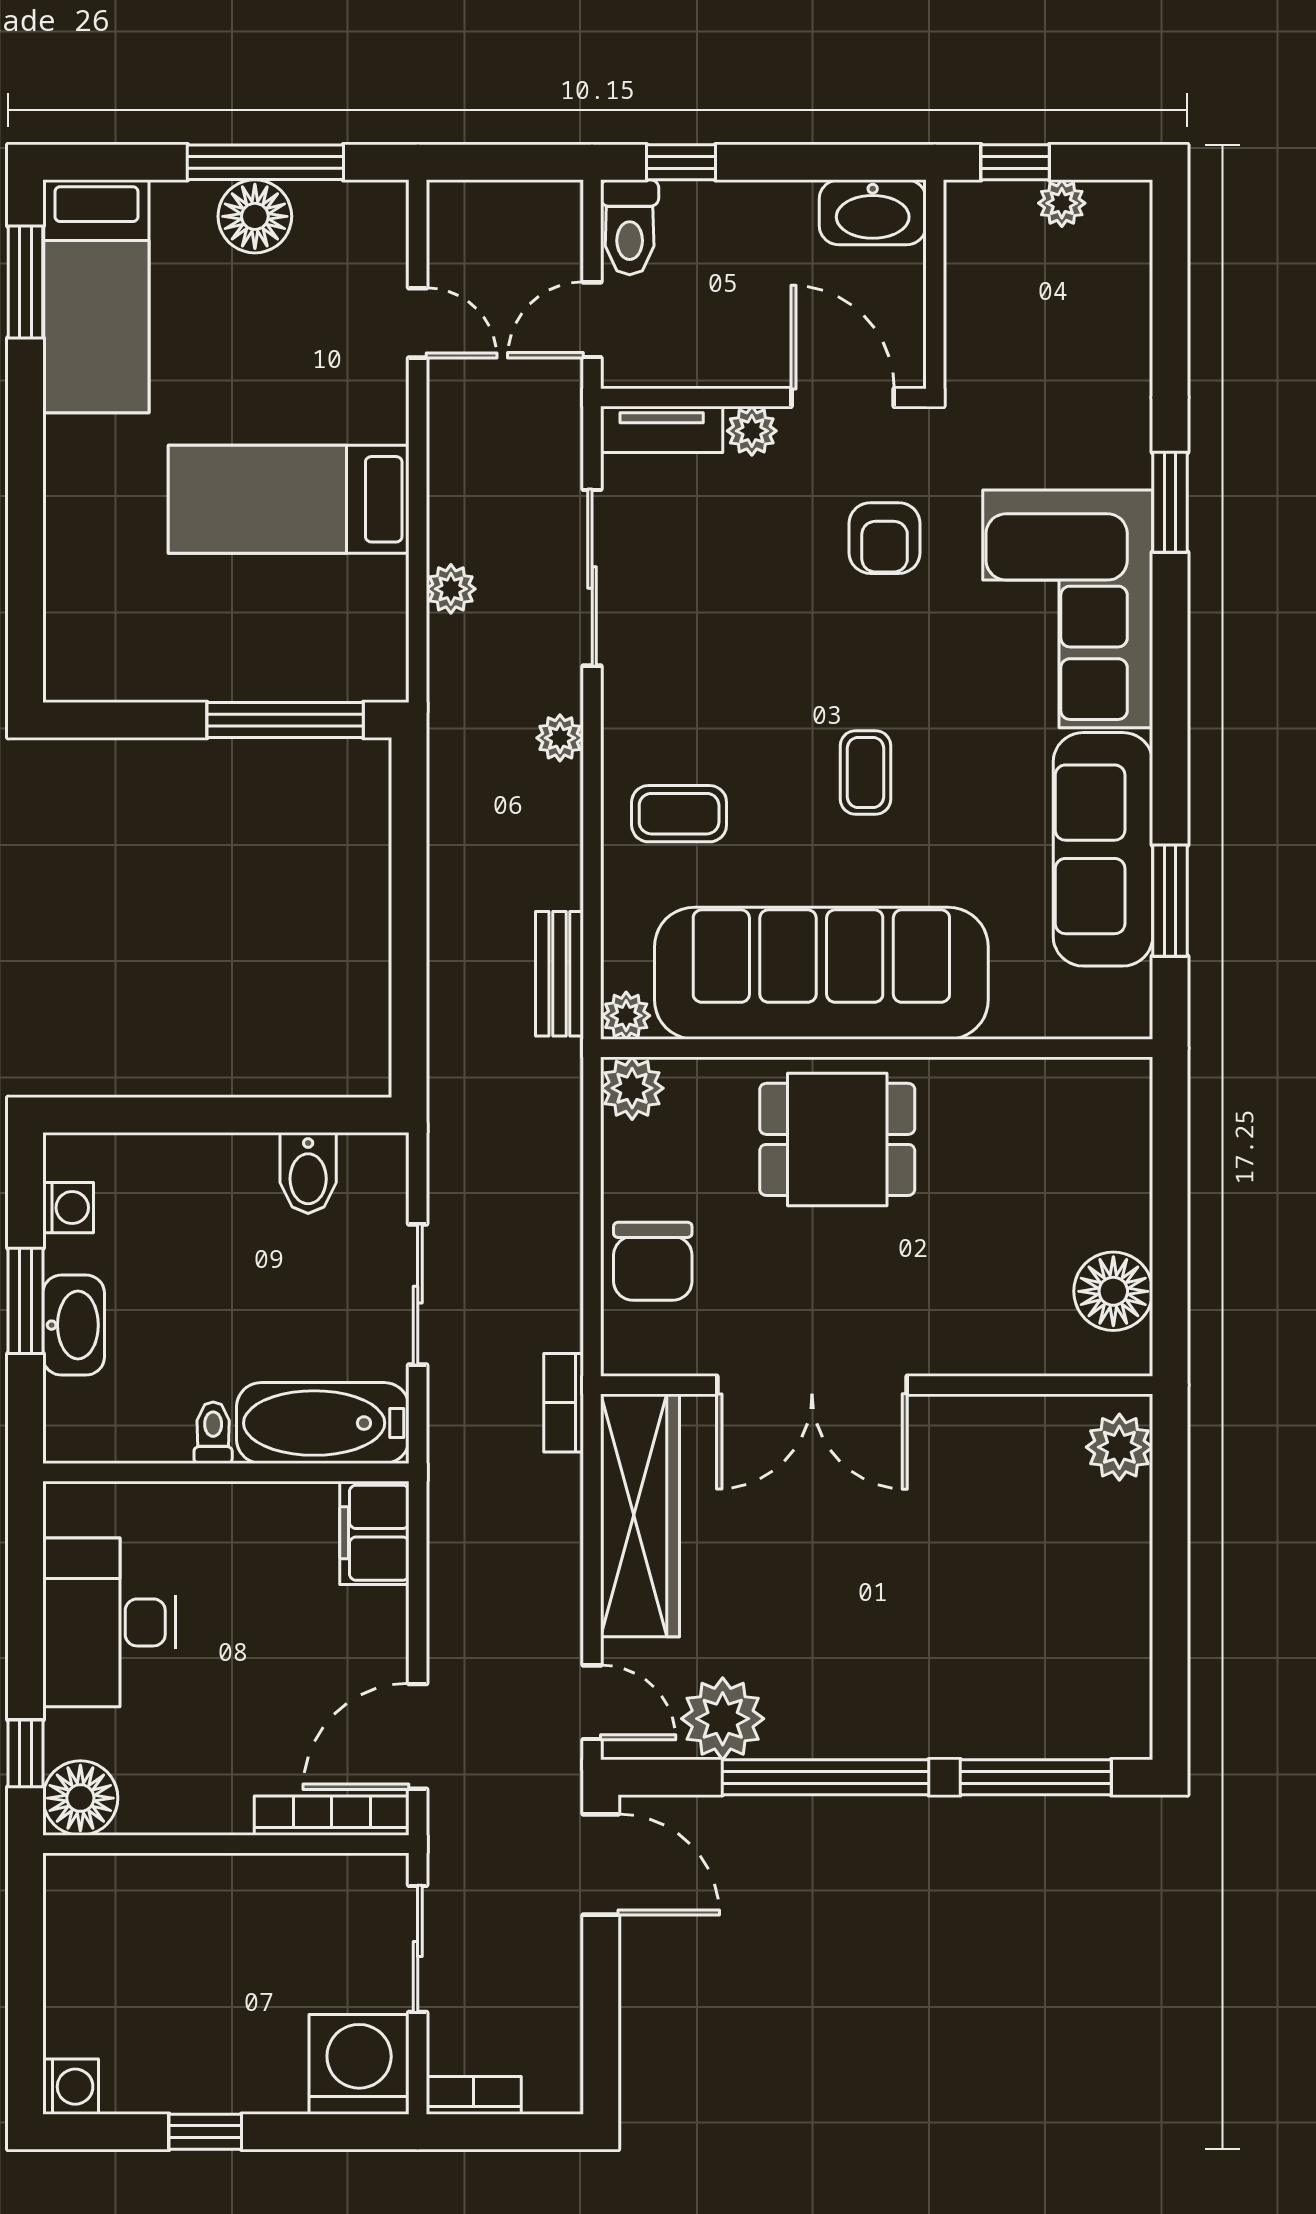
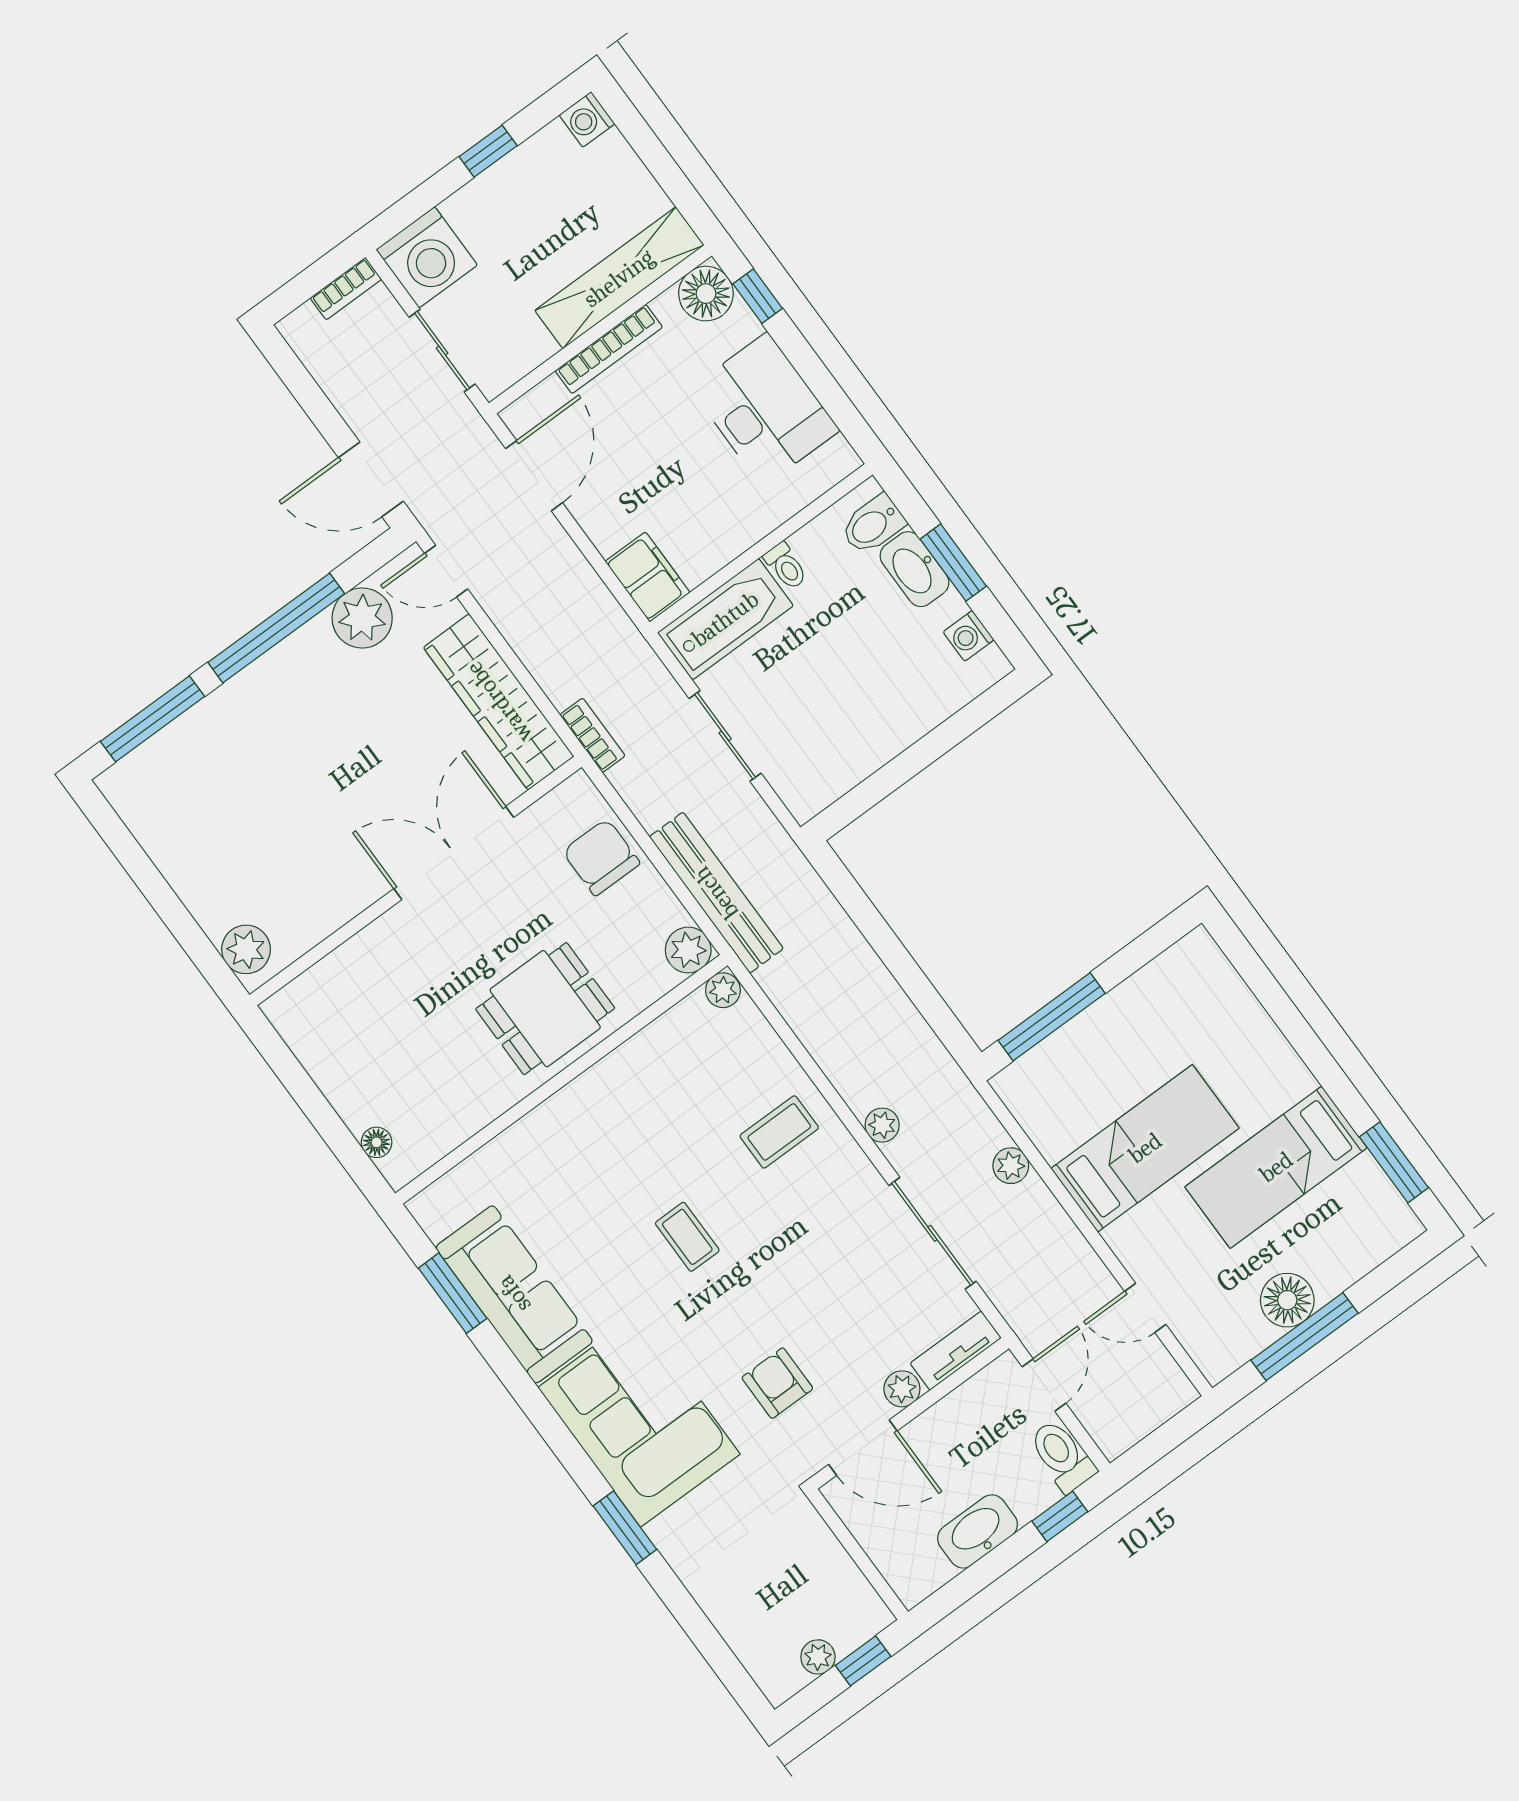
washbasin: (873, 212) -> (977, 1531), moved
bed: (96, 296) -> (1276, 1167), moved, turned -90
sofa: (821, 973) -> (626, 1100), removed
bench: (559, 974) -> (716, 893), moved, width x1.86, depth x1.21
bidet: (308, 1173) -> (873, 525), moved, turned -90
floor lamp: (1113, 1291) -> (377, 1142), moved, width x0.53, depth x0.53
bookcase: (332, 1816) -> (609, 349), moved
shelving: (163, 1886) -> (619, 278), added

